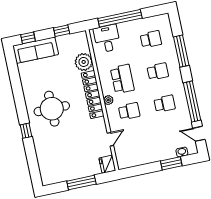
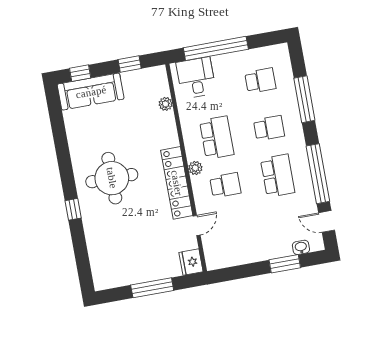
plant: (84, 62) -> (166, 104), width x0.53, depth x0.53
locker: (93, 95) -> (177, 183), moved
school desk: (165, 104) -> (278, 176), width x1.85

